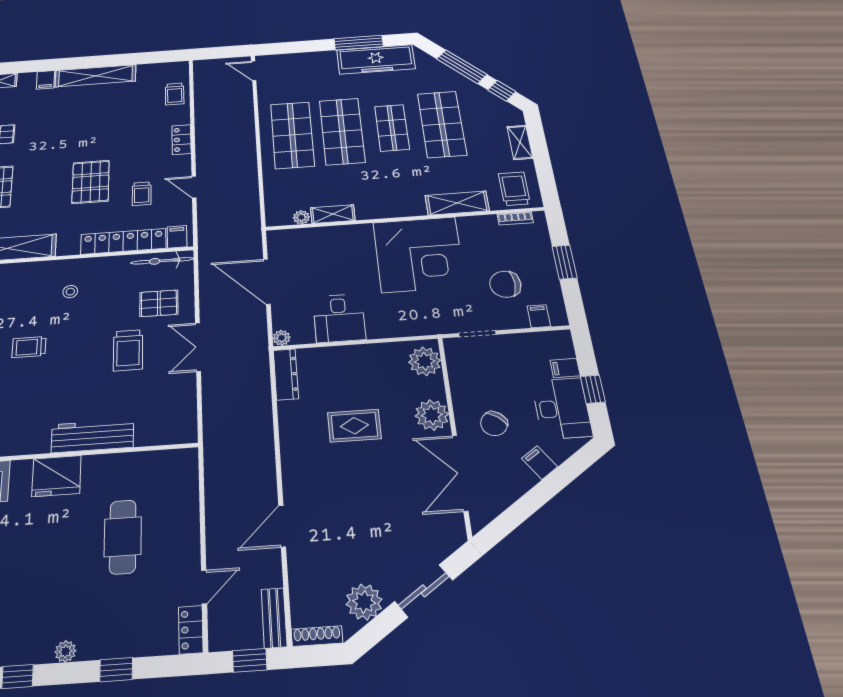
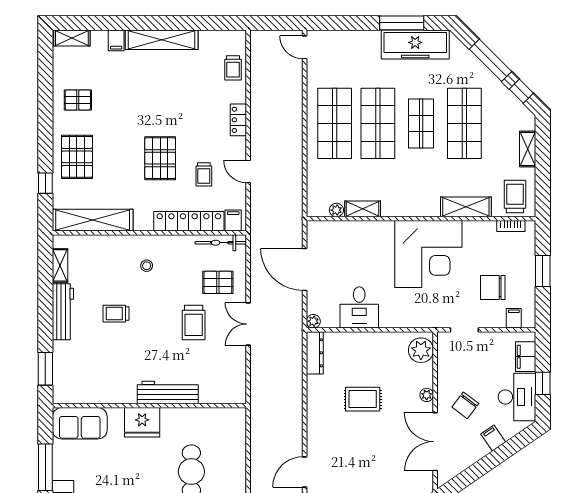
filing cabinet: (565, 368) -> (526, 357), width x2.00
plant: (432, 415) -> (427, 395), width x0.53, depth x0.53

